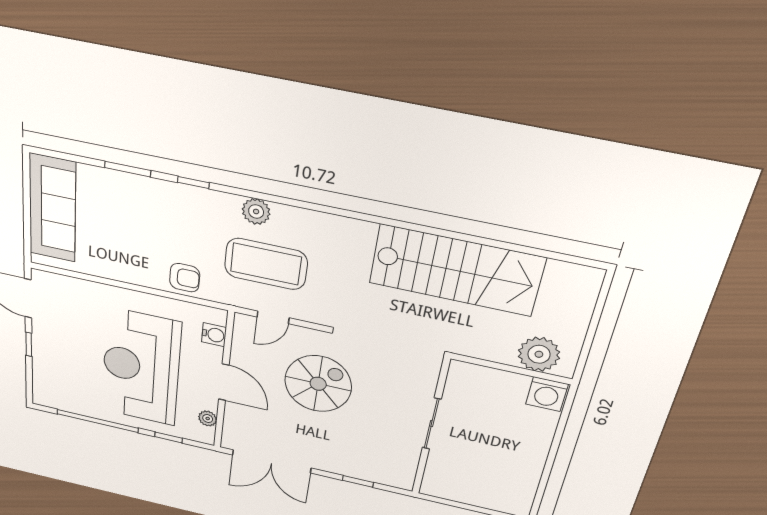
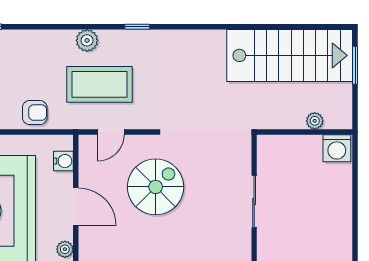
window: (193, 182) -> (137, 27), moved
stairs: (456, 270) -> (290, 55), moved
window: (598, 311) -> (355, 65), added
plant: (539, 354) -> (315, 121), width x0.53, depth x0.53

